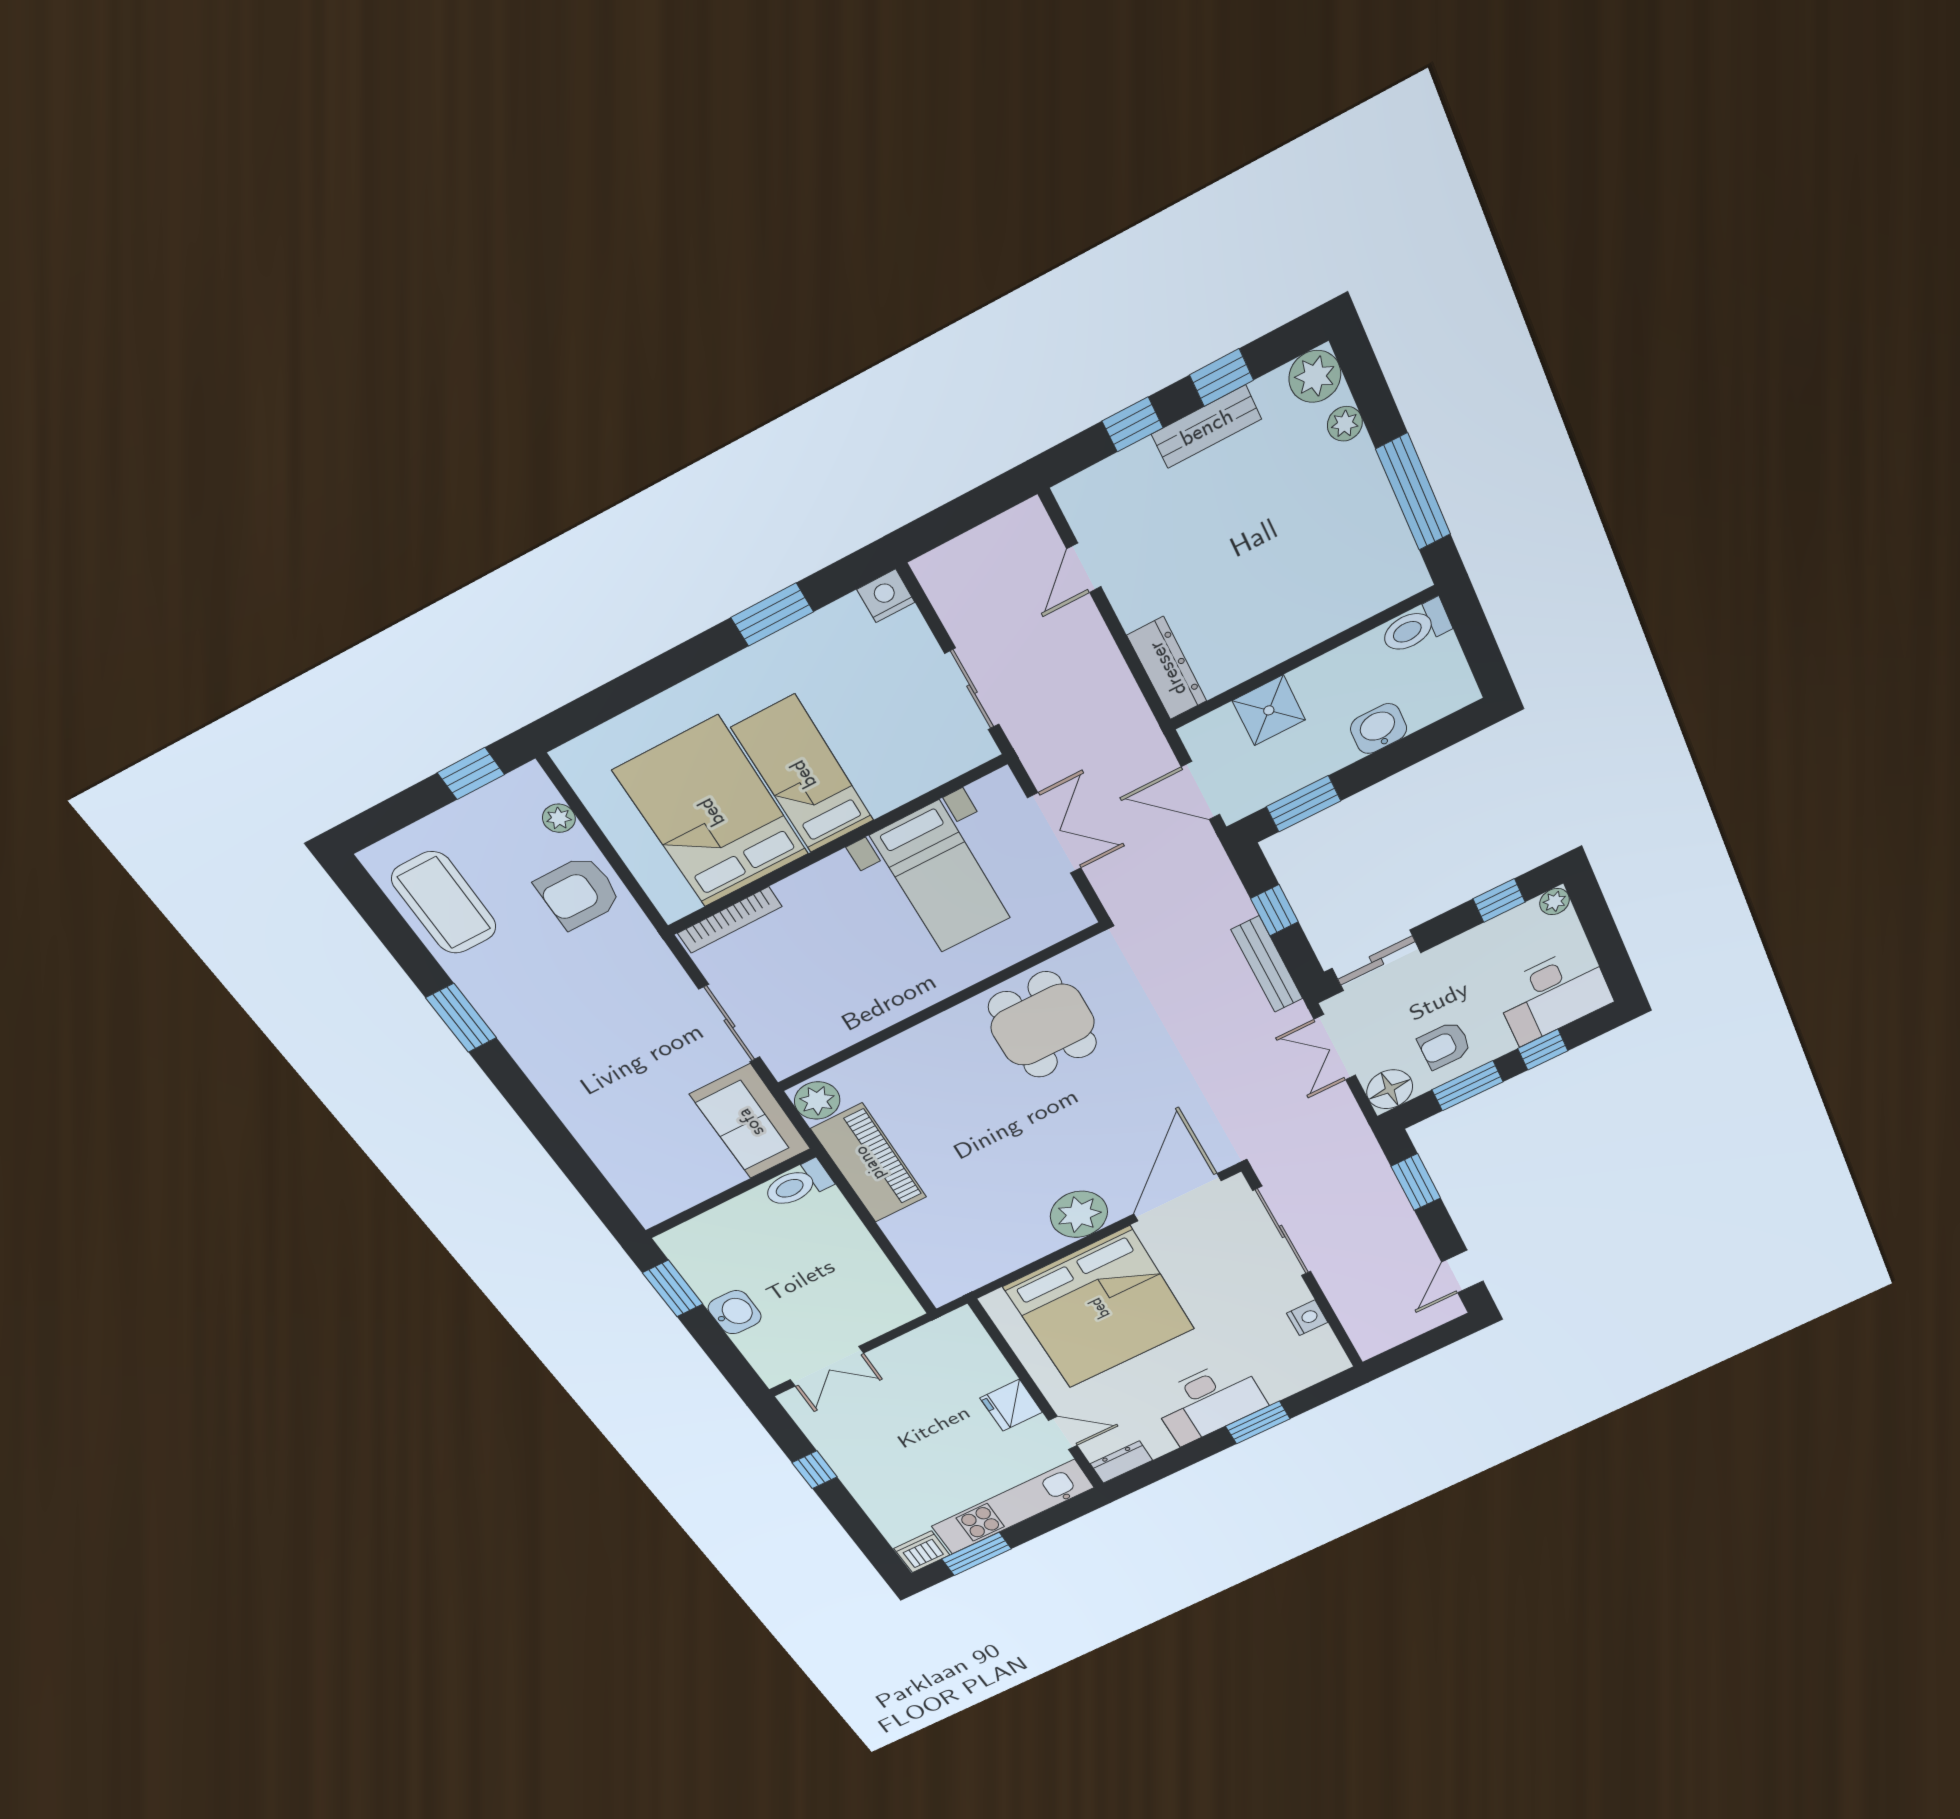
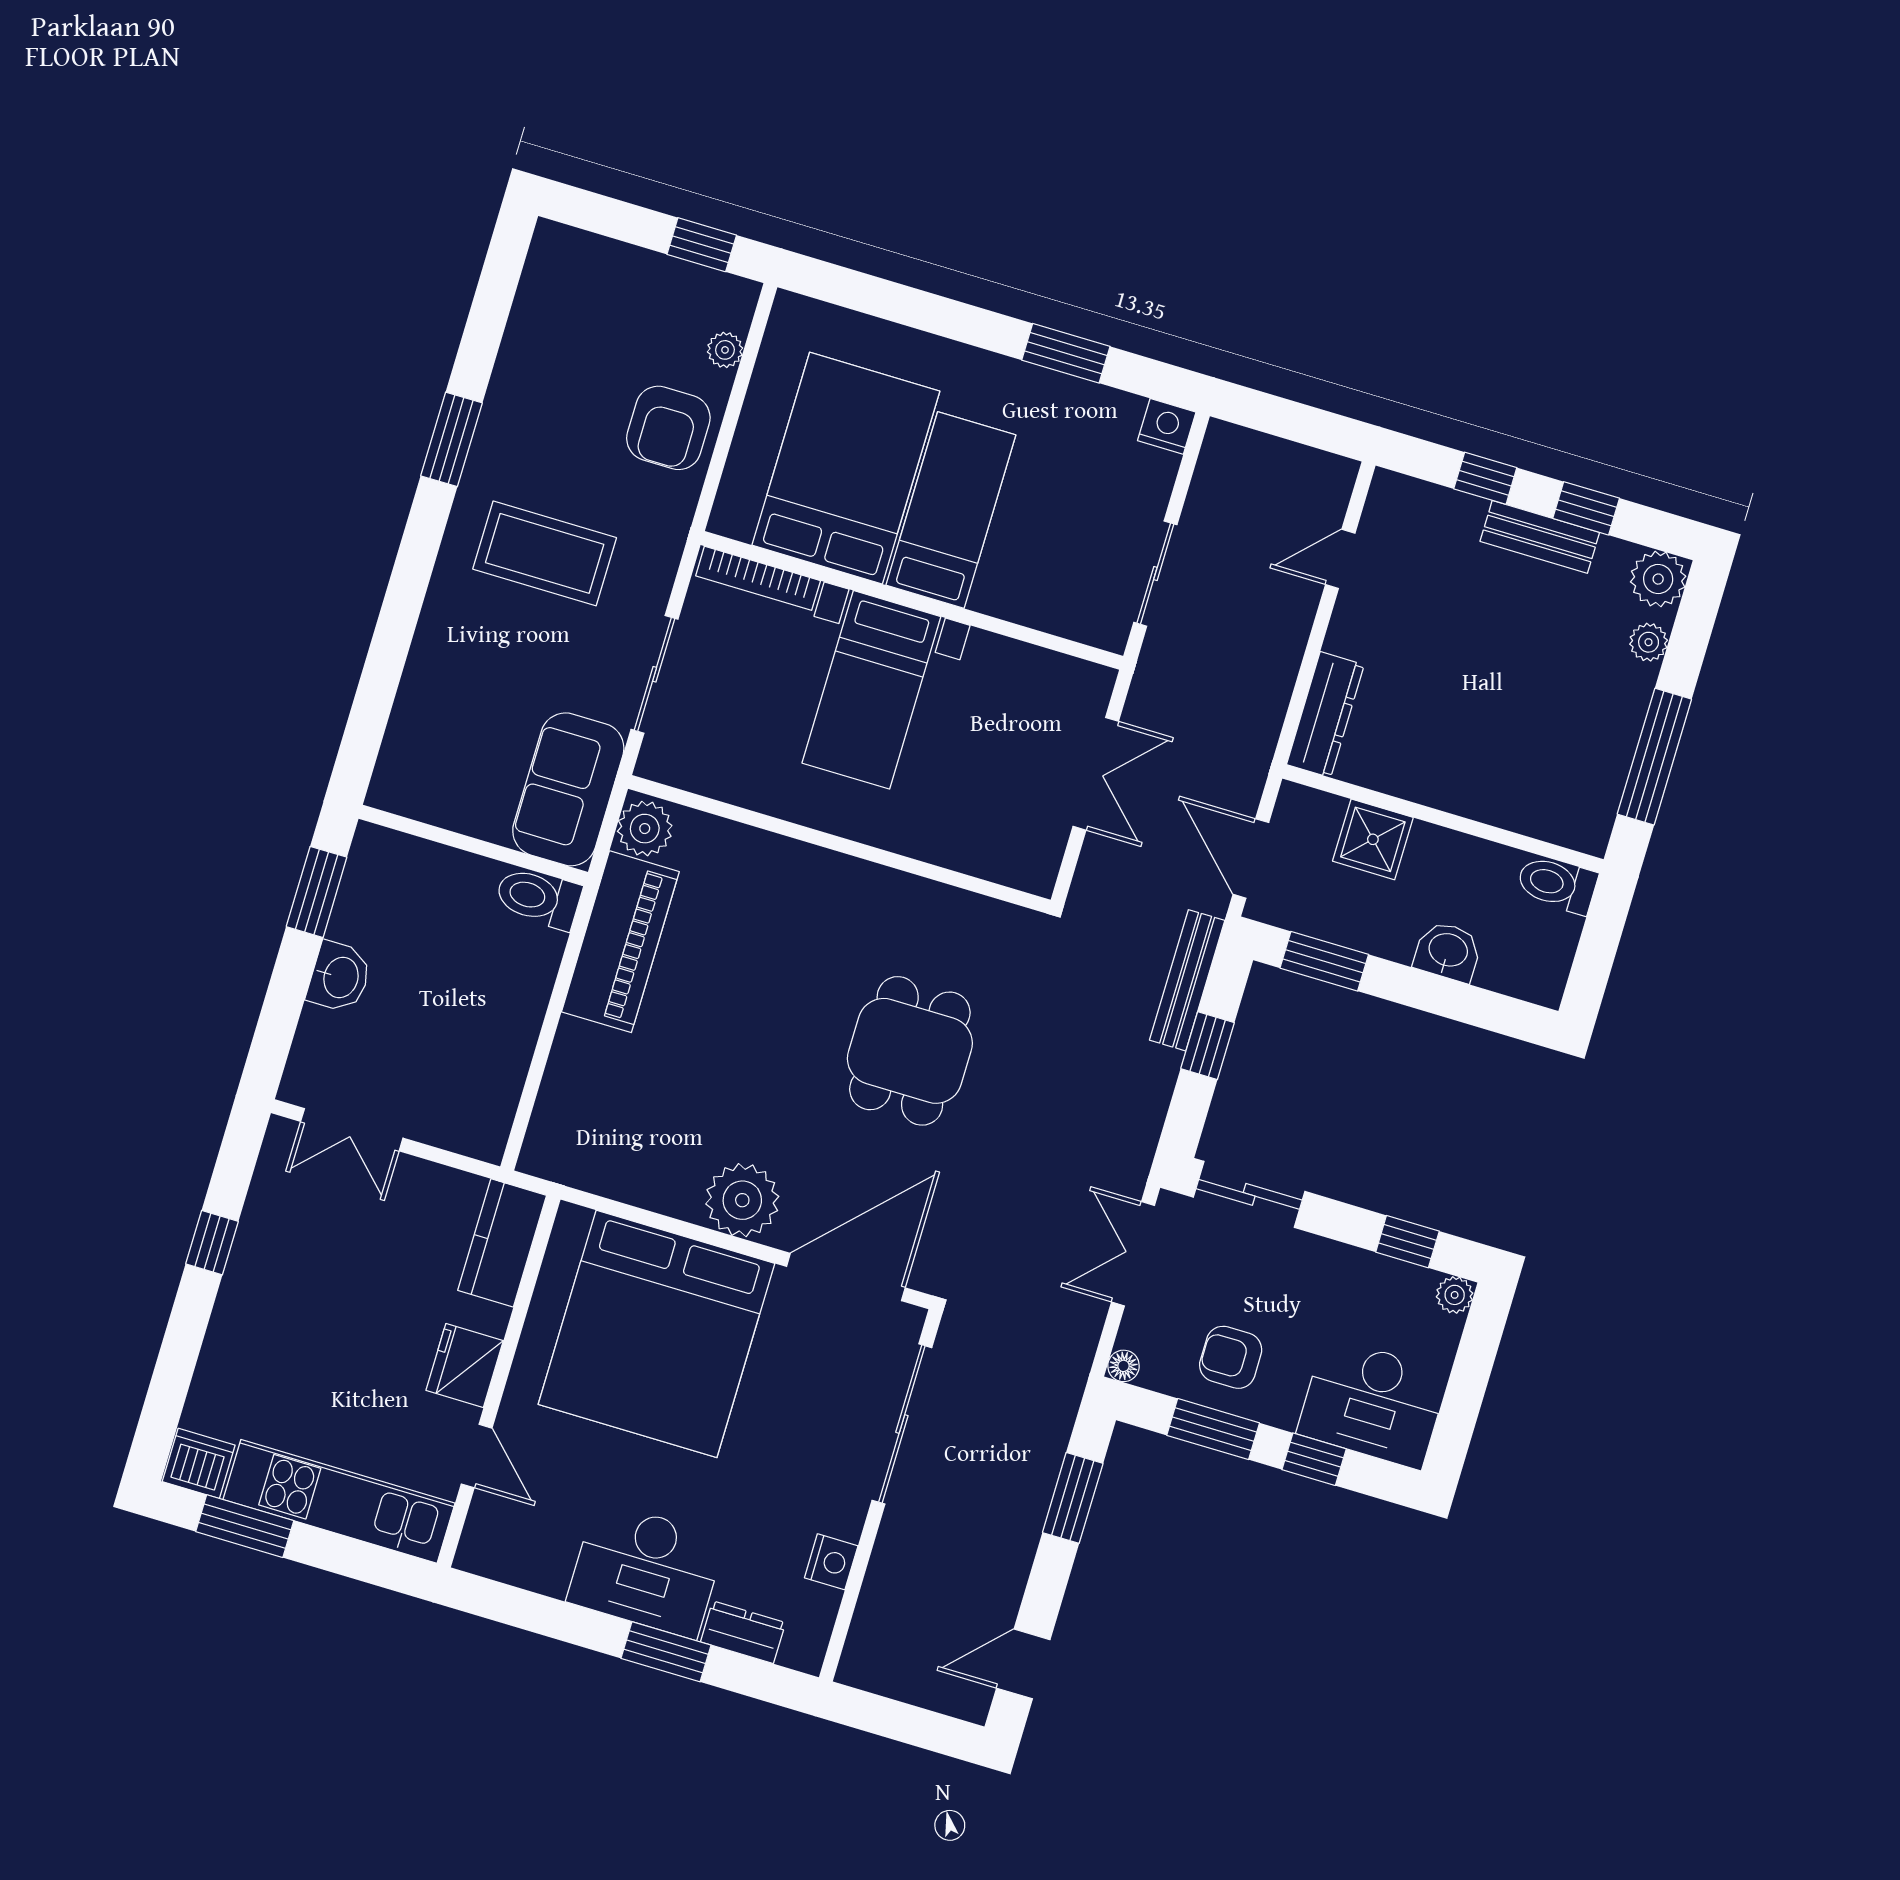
bed with nightstands: (941, 877) -> (871, 690), moved
armchair: (578, 892) -> (668, 428), turned -90
coffee table: (444, 903) -> (545, 553), moved, turned 90
bench: (1267, 964) -> (1187, 980), moved
dining table: (1043, 1025) -> (910, 1051), moved
floor lamp: (1390, 1089) -> (1124, 1366), width x0.53, depth x0.53
kitchen counter: (968, 1342) -> (502, 1243), added
dresser: (1121, 1462) -> (743, 1632), moved

